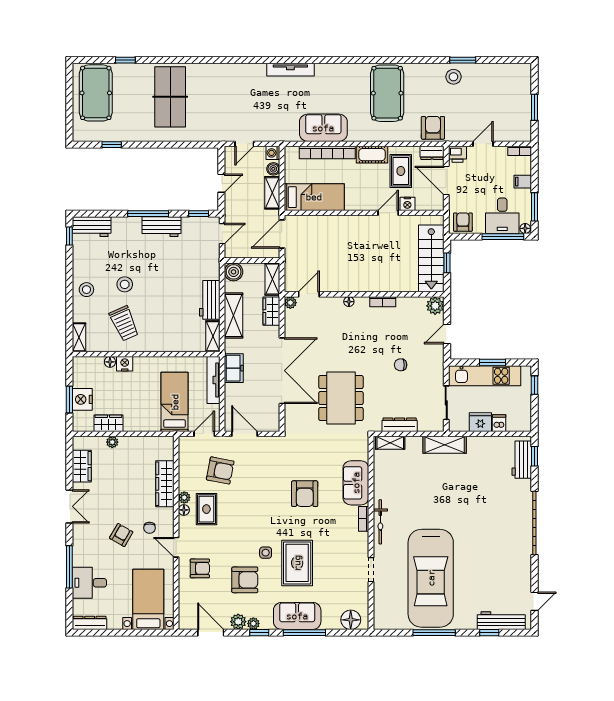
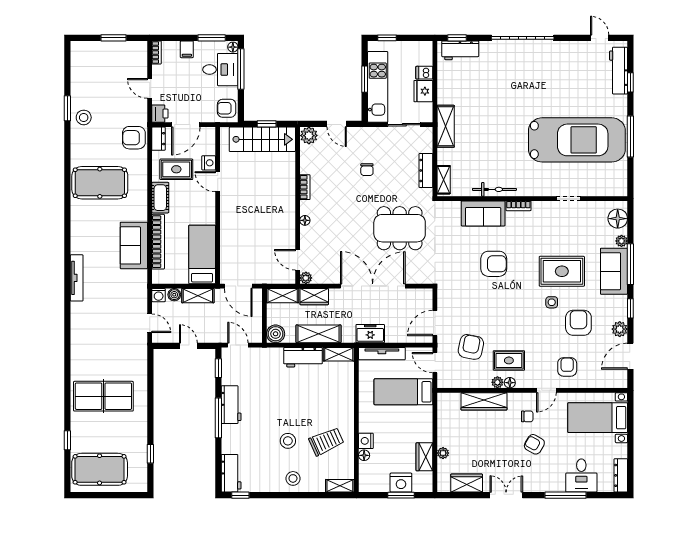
bicycle: (380, 522) -> (494, 189), moved
plant: (253, 624) -> (621, 241), moved

